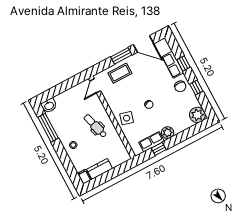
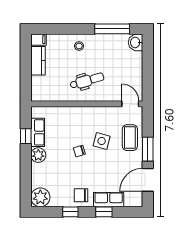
side table: (127, 118) -> (102, 141), moved

